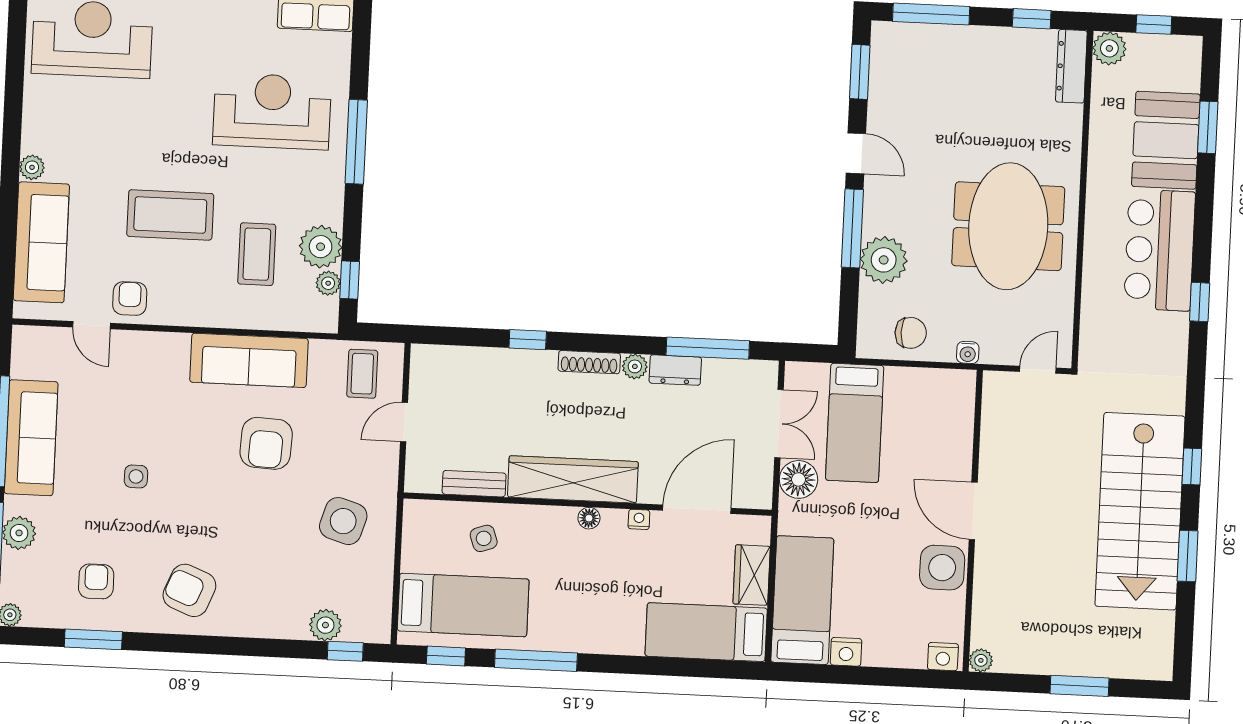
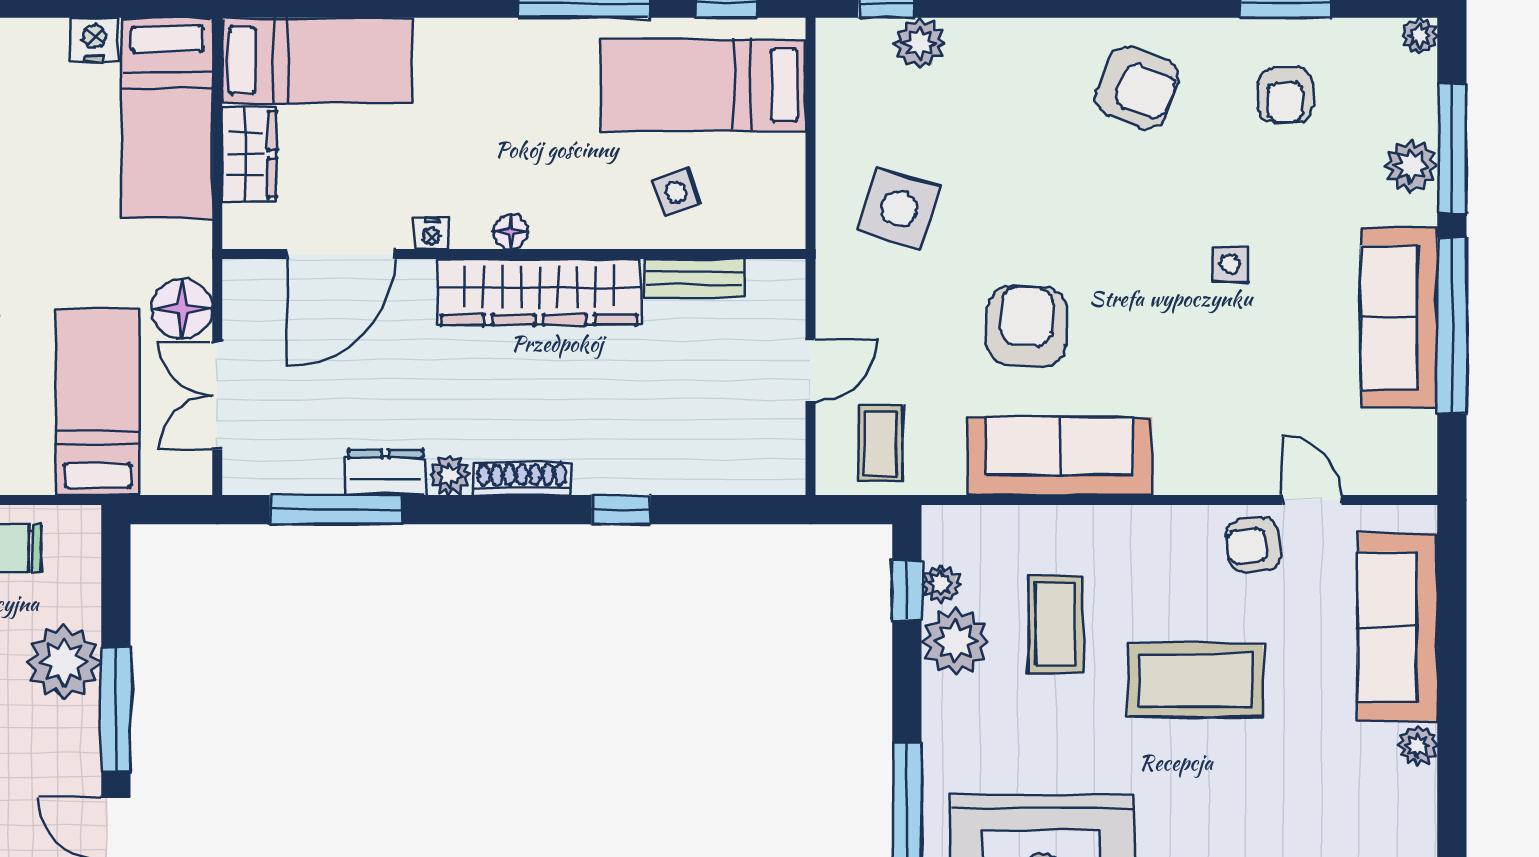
armchair: (130, 299) -> (1253, 545), turned 83

